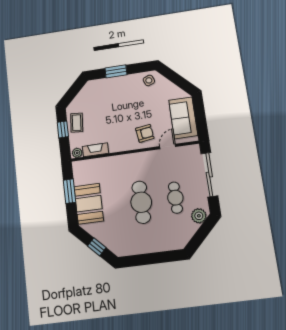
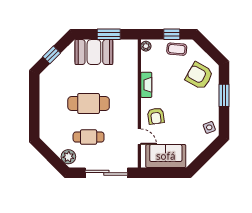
armchair: (100, 97) -> (199, 76), added
fireplace: (95, 150) -> (146, 85), moved

